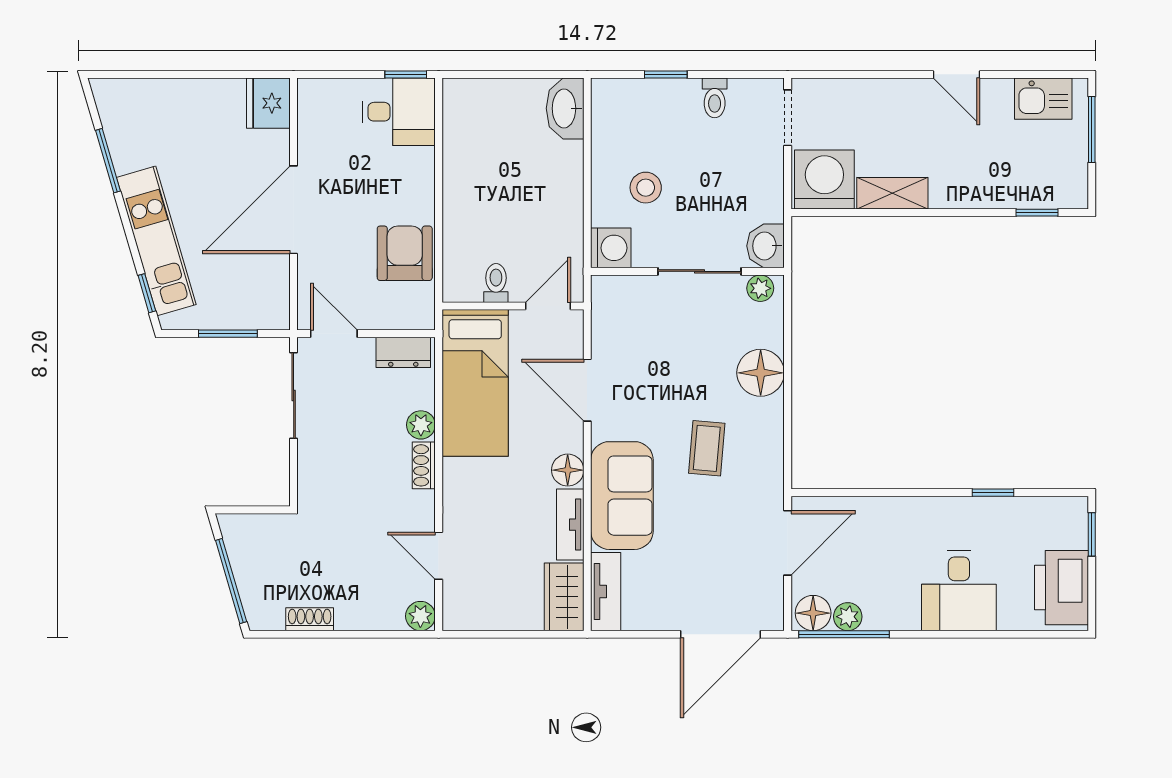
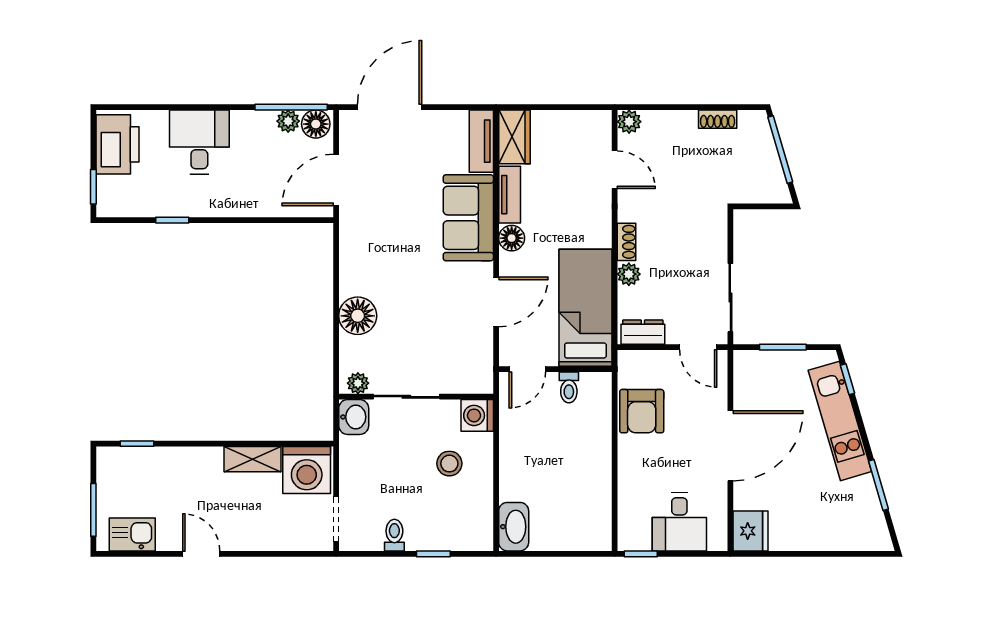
desk: (399, 112) -> (679, 522), moved, turned -90
door: (587, 390) -> (496, 302), hinge flipped
coffee table: (707, 448) -> (401, 255), removed

